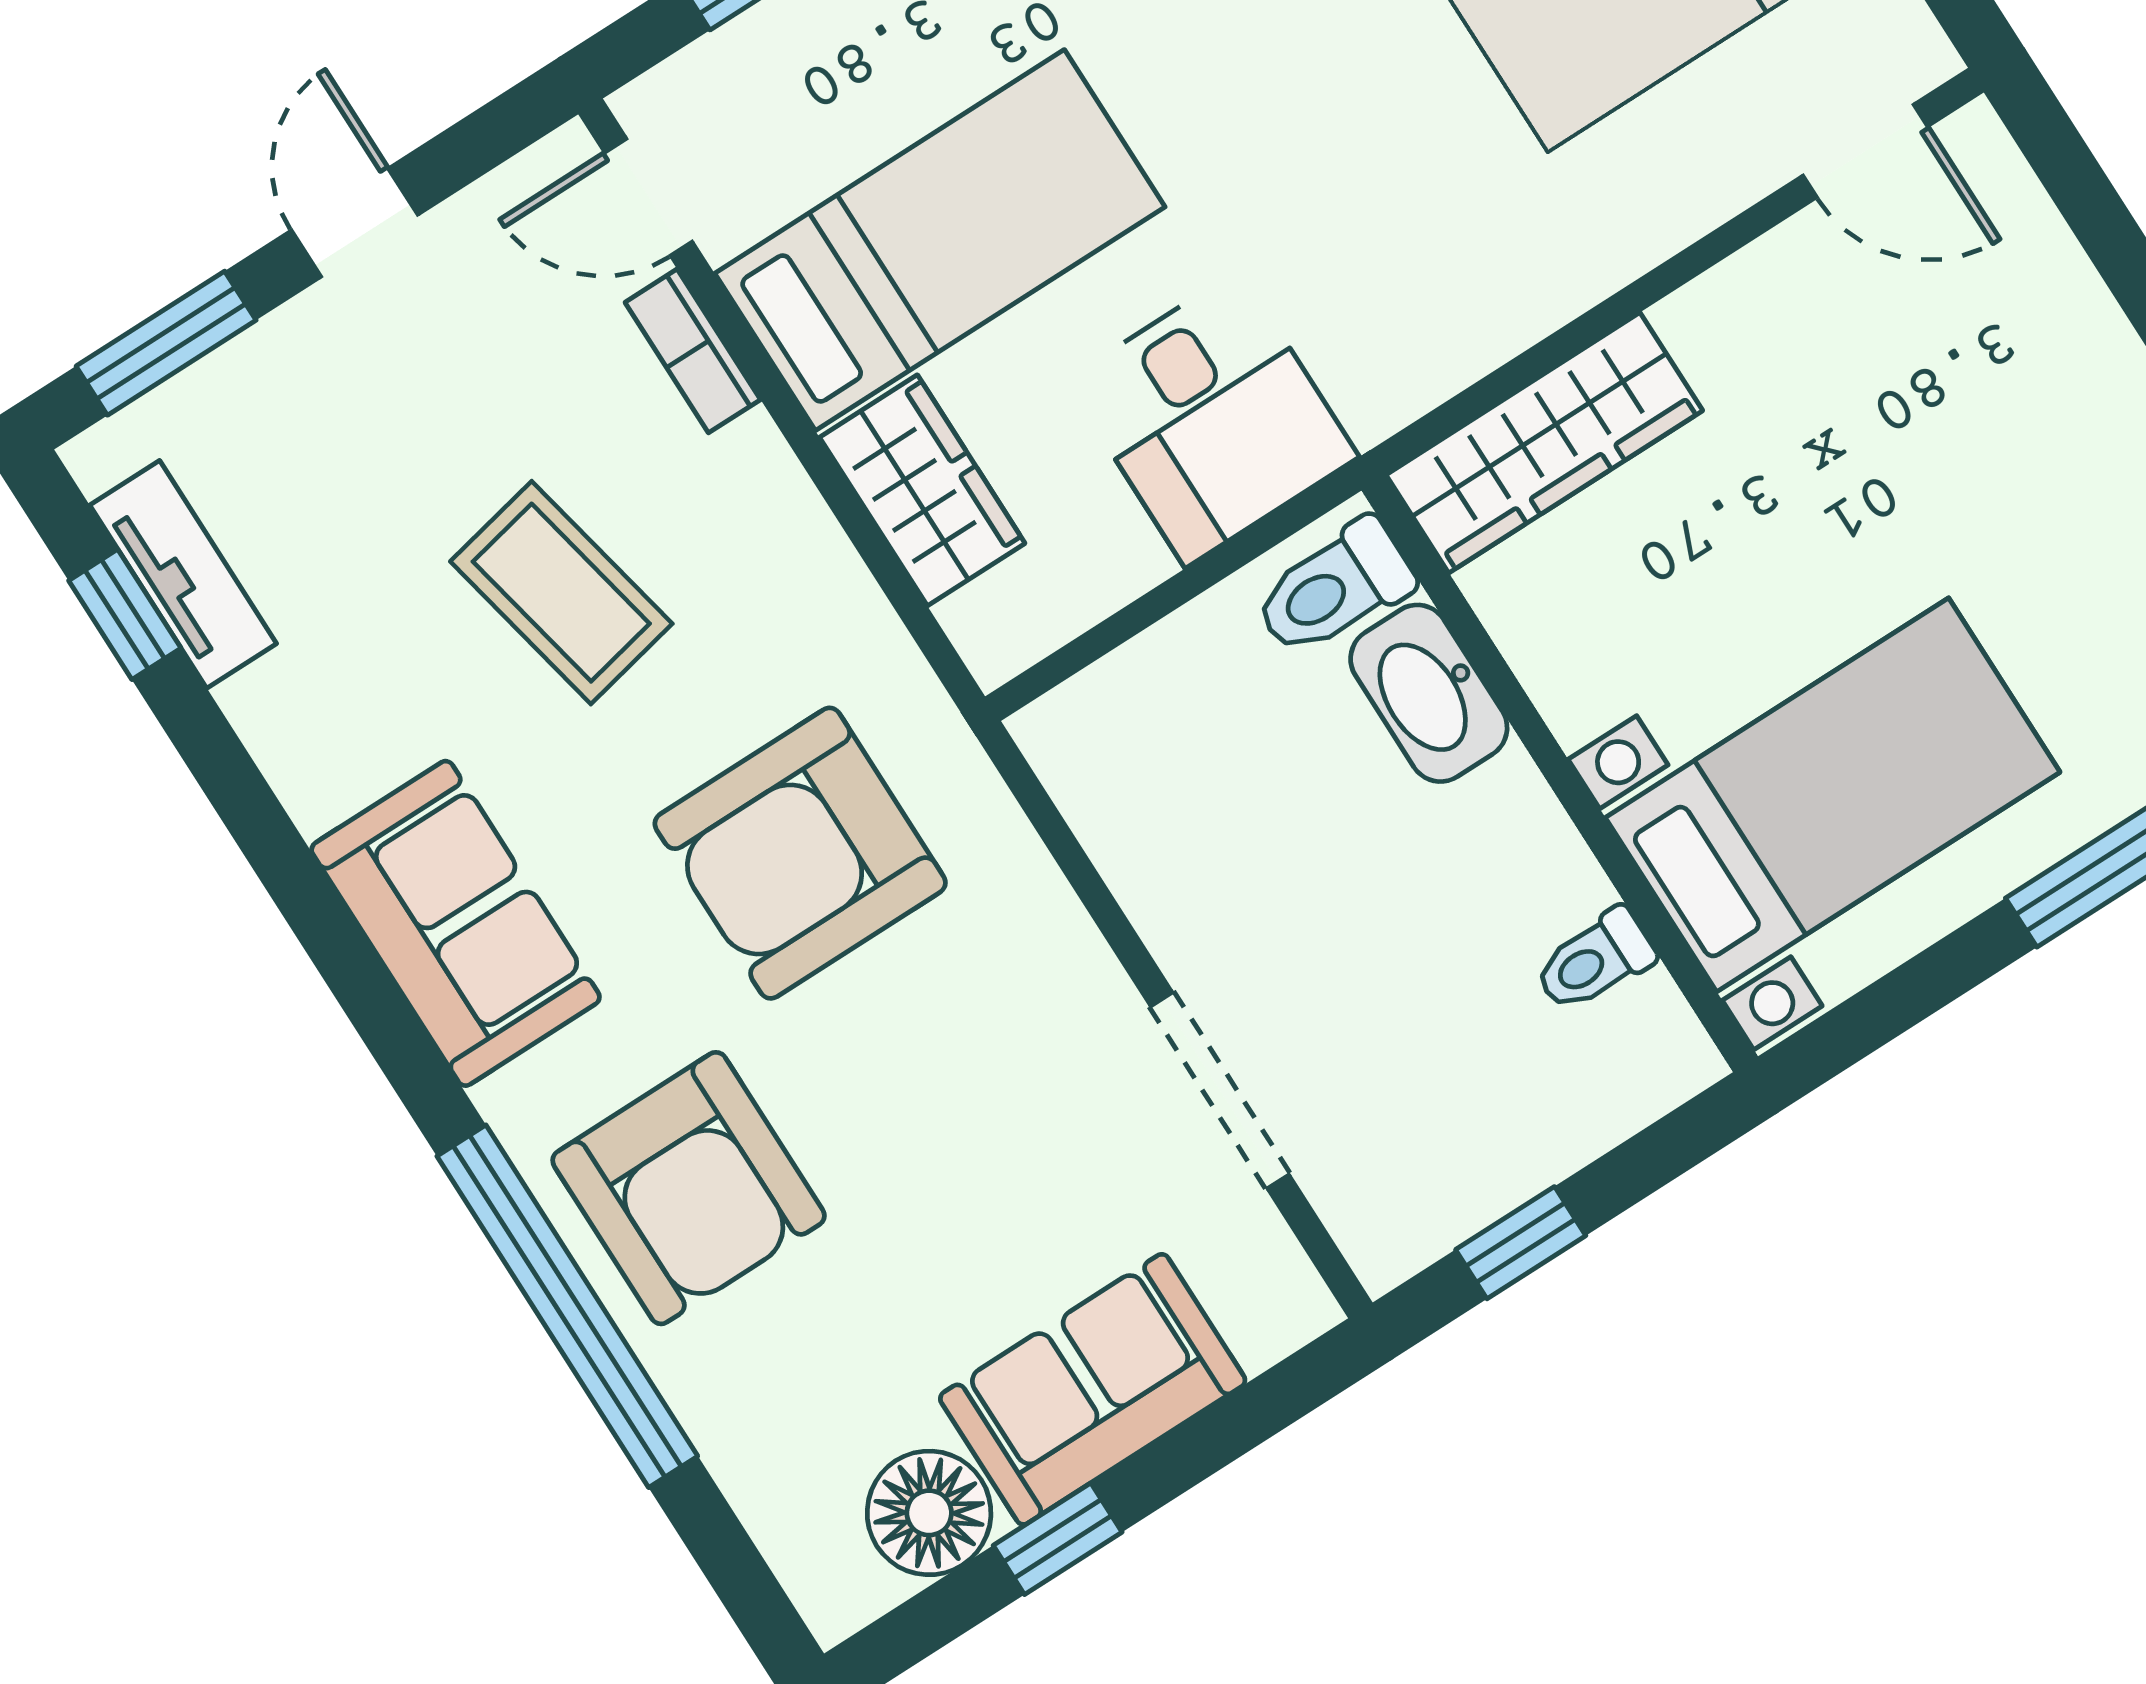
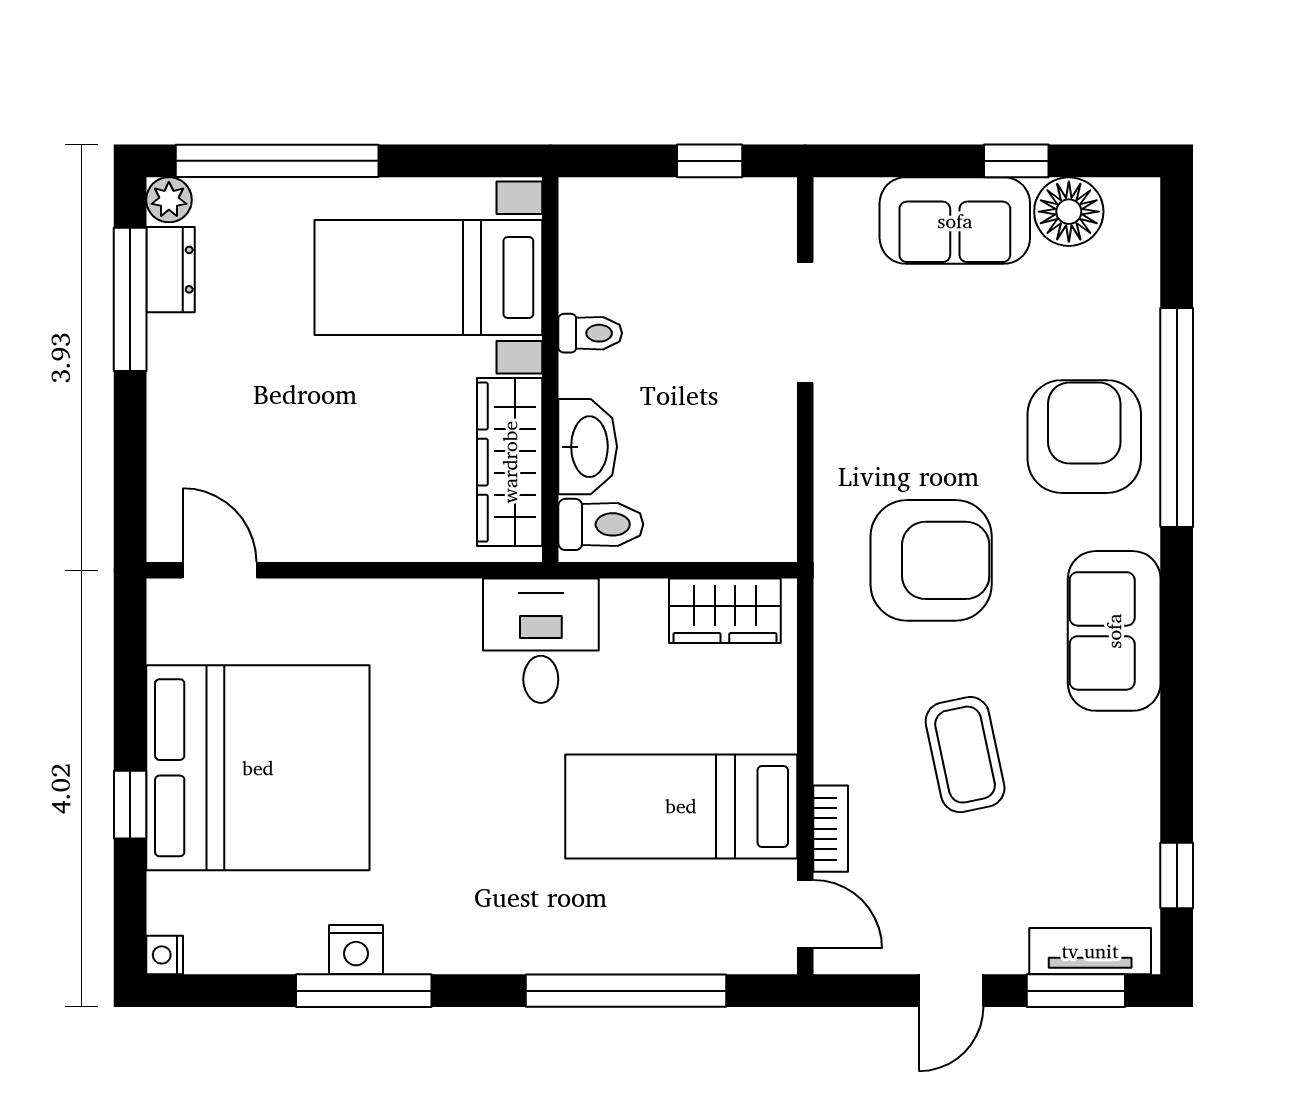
desk: (1212, 419) -> (541, 641), moved
wardrobe: (1544, 443) -> (510, 462), moved, turned -90
wardrobe: (922, 490) -> (725, 611), moved, turned -90
tv unit: (183, 574) -> (1090, 951), moved, turned 90
toilet: (1594, 961) -> (590, 333), moved

